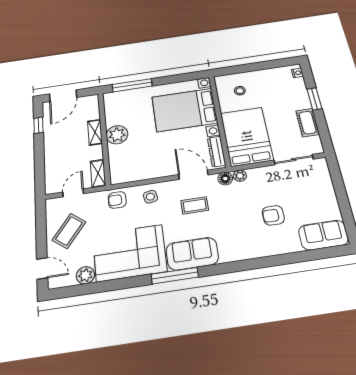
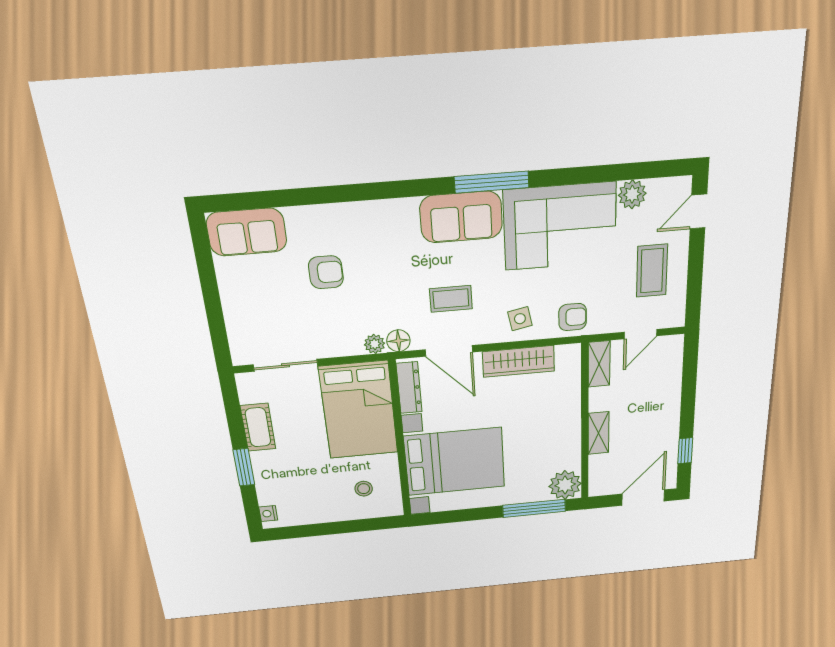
plant: (117, 135) -> (565, 485), moved
wardrobe: (149, 171) -> (519, 361), added
coffee table: (69, 231) -> (652, 271), turned -38
door: (42, 268) -> (698, 211), hinge flipped

